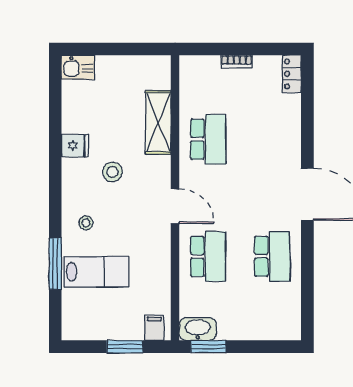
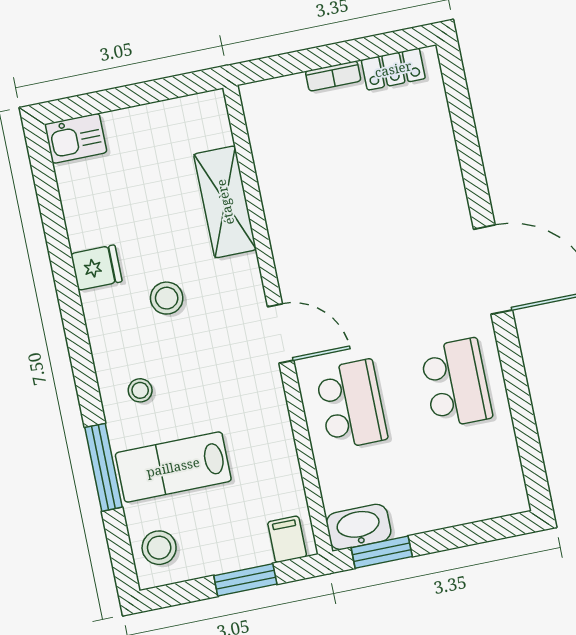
locker: (292, 74) -> (393, 69), moved, turned -90
school desk: (208, 139) -> (312, 213), removed
lab bench: (96, 272) -> (173, 467), turned 180
stool: (78, 317) -> (159, 548), added

